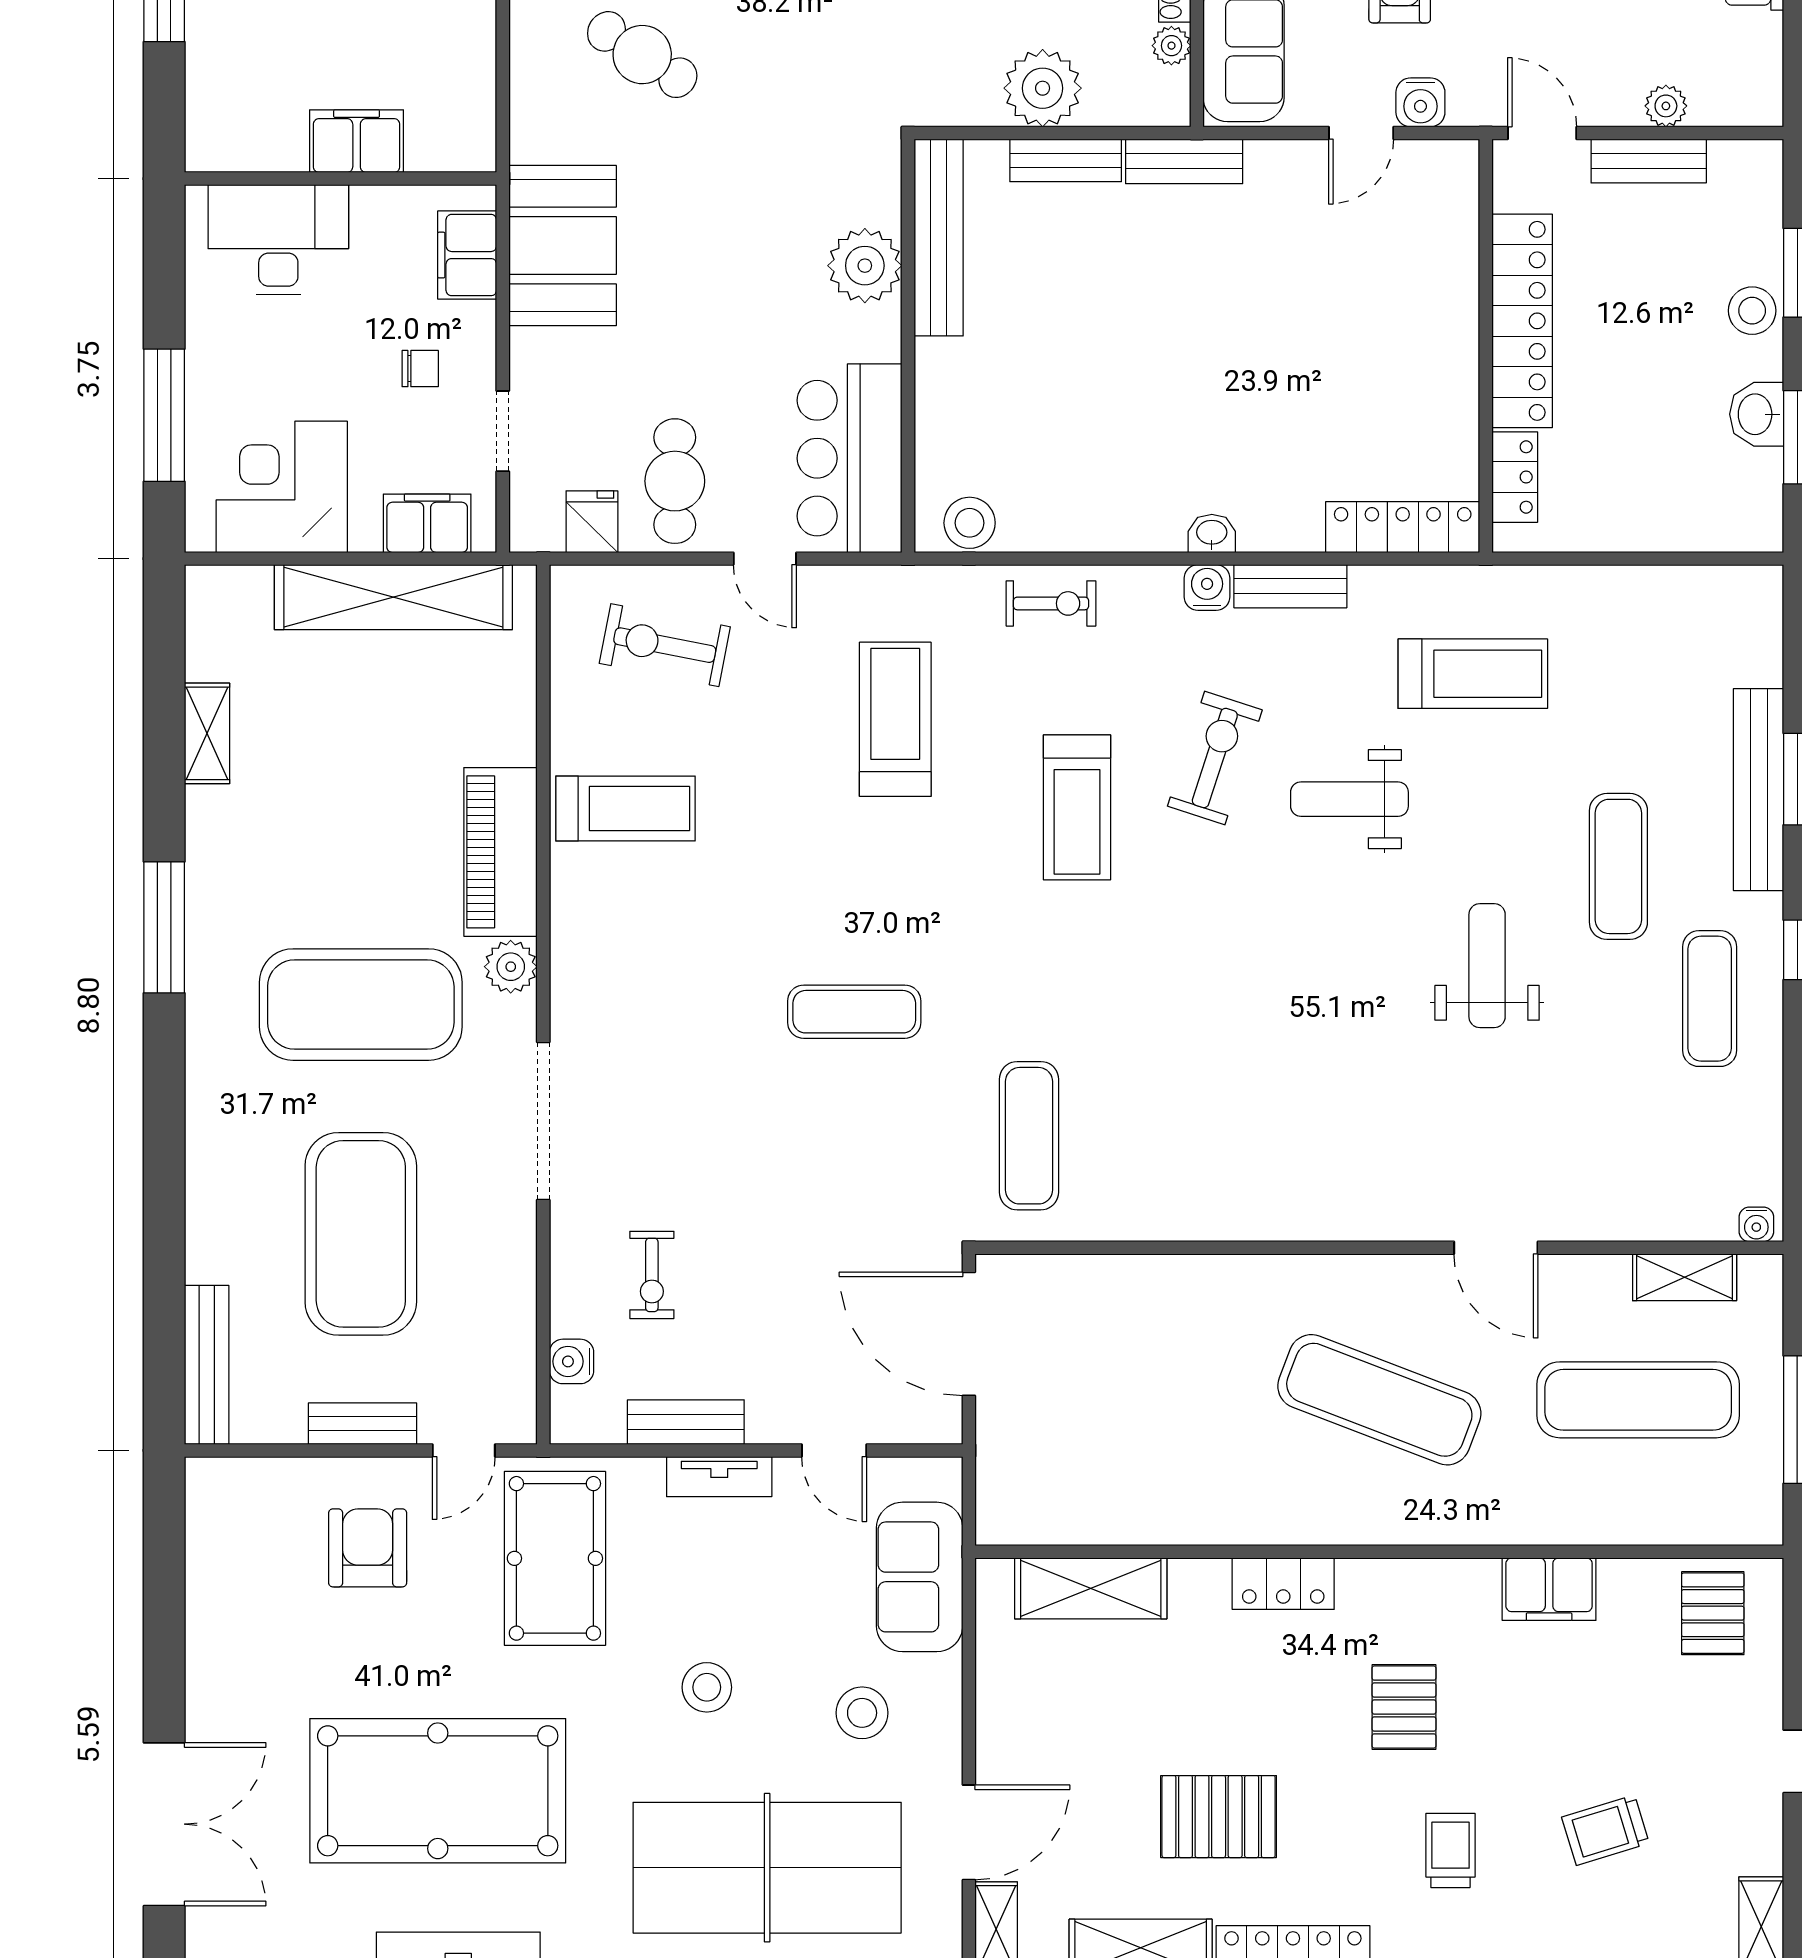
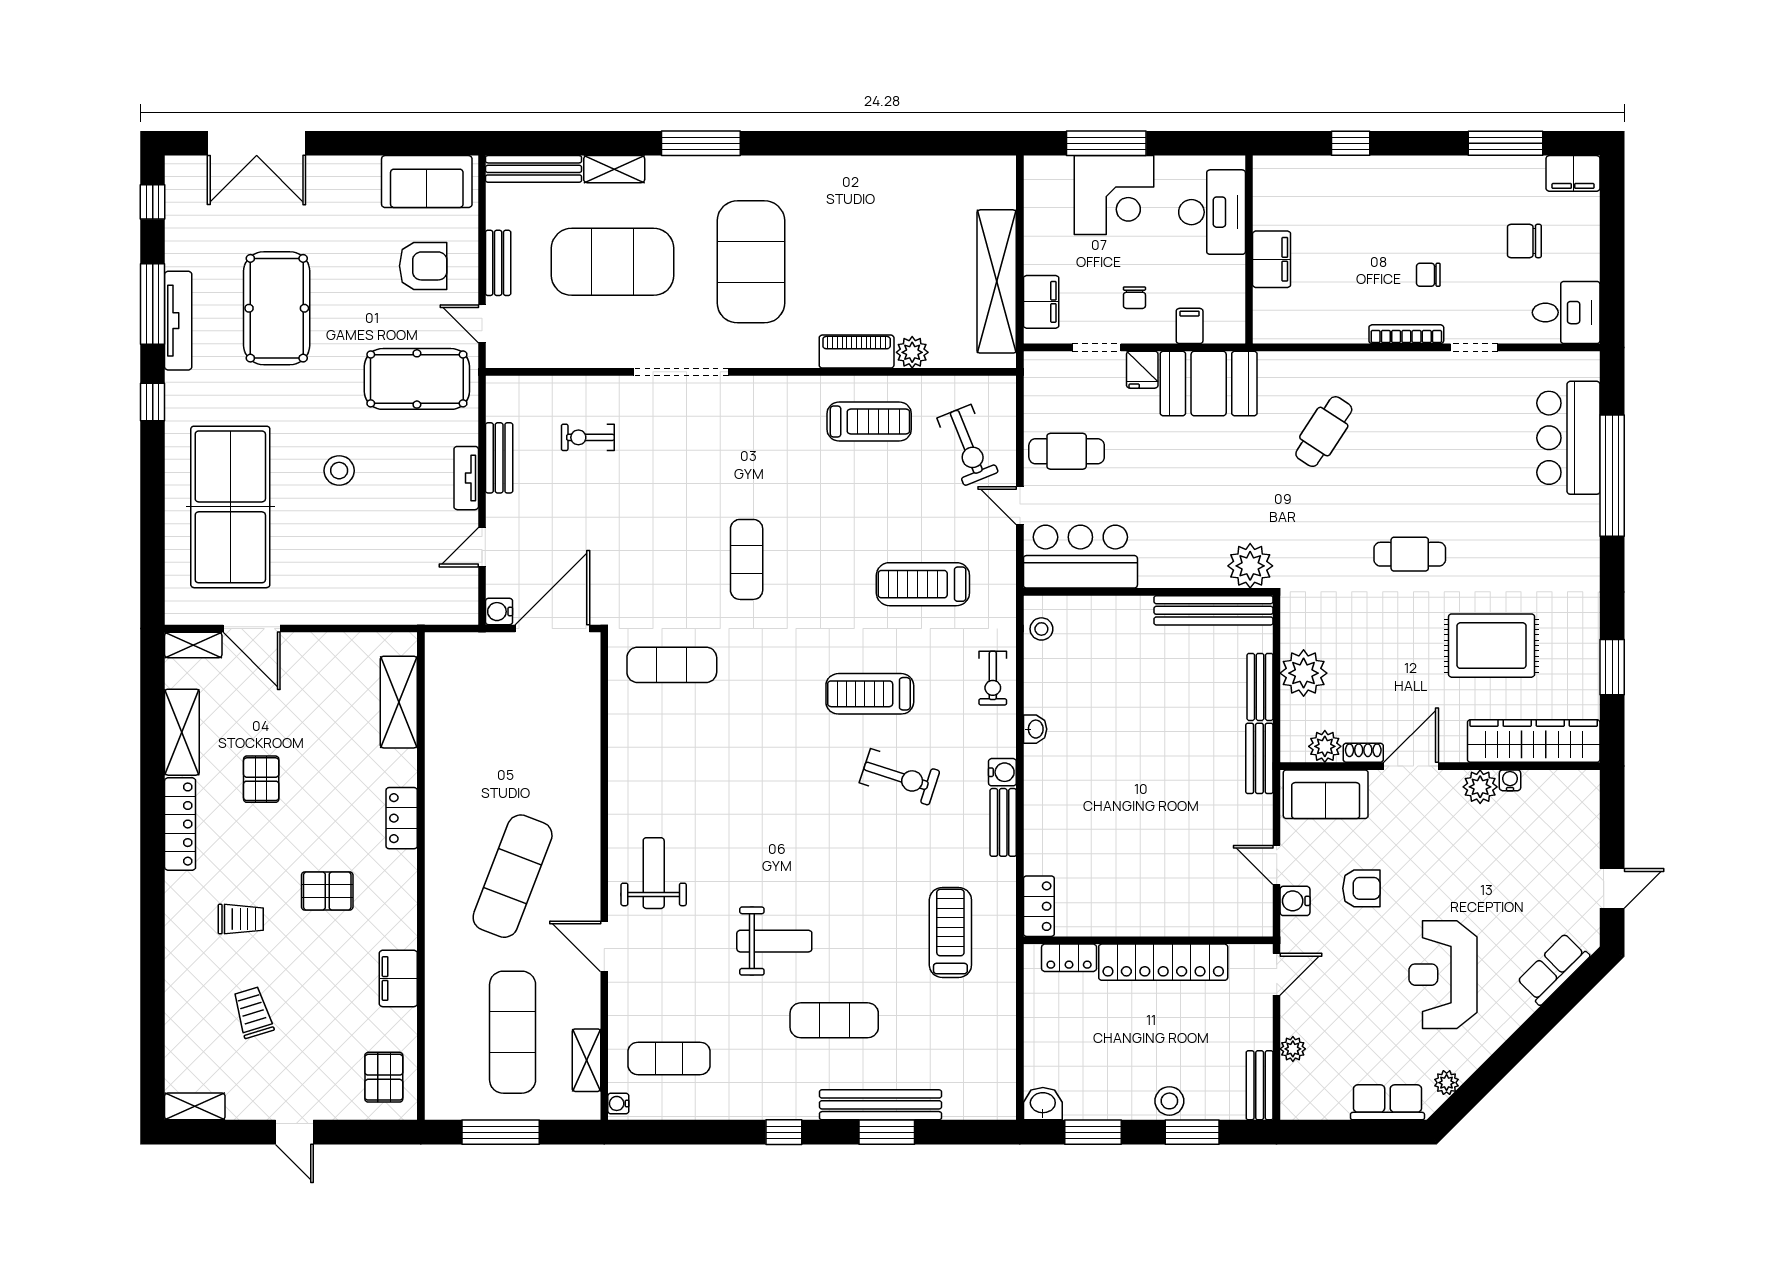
plant: (1171, 46) -> (1325, 746), width x1.38, depth x1.38
bench: (1649, 161) -> (1260, 1085), moved
filing cabinet: (467, 255) -> (1190, 326), width x0.50
plant: (865, 266) -> (1250, 566), moved
washbasin: (1757, 414) -> (1043, 1104), moved
corner desk: (282, 487) -> (1114, 195), moved, turned 90
fridge: (592, 522) -> (1142, 370), moved, turned 90
stool: (970, 523) -> (1041, 629), width x0.73, depth x0.73
locker: (1403, 527) -> (1039, 906), width x0.66
washbasin: (1212, 533) -> (1035, 729), moved
door: (765, 559) -> (1020, 506), hinge flipped
exercise bike: (665, 645) -> (968, 445), turned 147
treadmill: (1473, 674) -> (950, 932), turned 180
treadmill: (895, 719) -> (923, 584), turned 180
shelving: (207, 733) -> (614, 169), moved
weight bench: (1349, 799) -> (654, 873), moved
treadmill: (626, 808) -> (869, 421), turned -90
piano: (500, 852) -> (857, 352), width x0.73, depth x0.75
window: (164, 927) -> (701, 143), moved
plant: (511, 967) -> (912, 352), moved
exercise mat: (1710, 999) -> (669, 1058), moved
door: (1496, 1248) -> (604, 946), hinge flipped
water cooler: (572, 1361) -> (499, 612), moved, turned -90
sofa: (920, 1577) -> (427, 182), moved, turned 180
pallet: (1713, 1613) -> (384, 1077), turned 90
stool: (862, 1713) -> (324, 564), removed
pool table: (438, 1791) -> (277, 308), width x0.73, depth x0.76
pallet: (1219, 1817) -> (261, 779), width x0.67, depth x0.71

